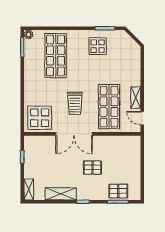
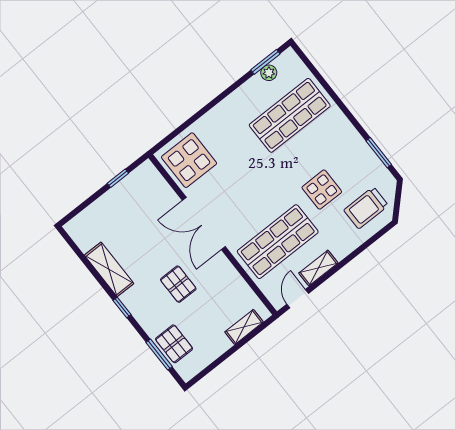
plant: (29, 35) -> (269, 73), moved
display table: (98, 46) -> (322, 190), moved
trolley: (75, 103) -> (366, 208), moved
shelving: (29, 189) -> (244, 327), moved

